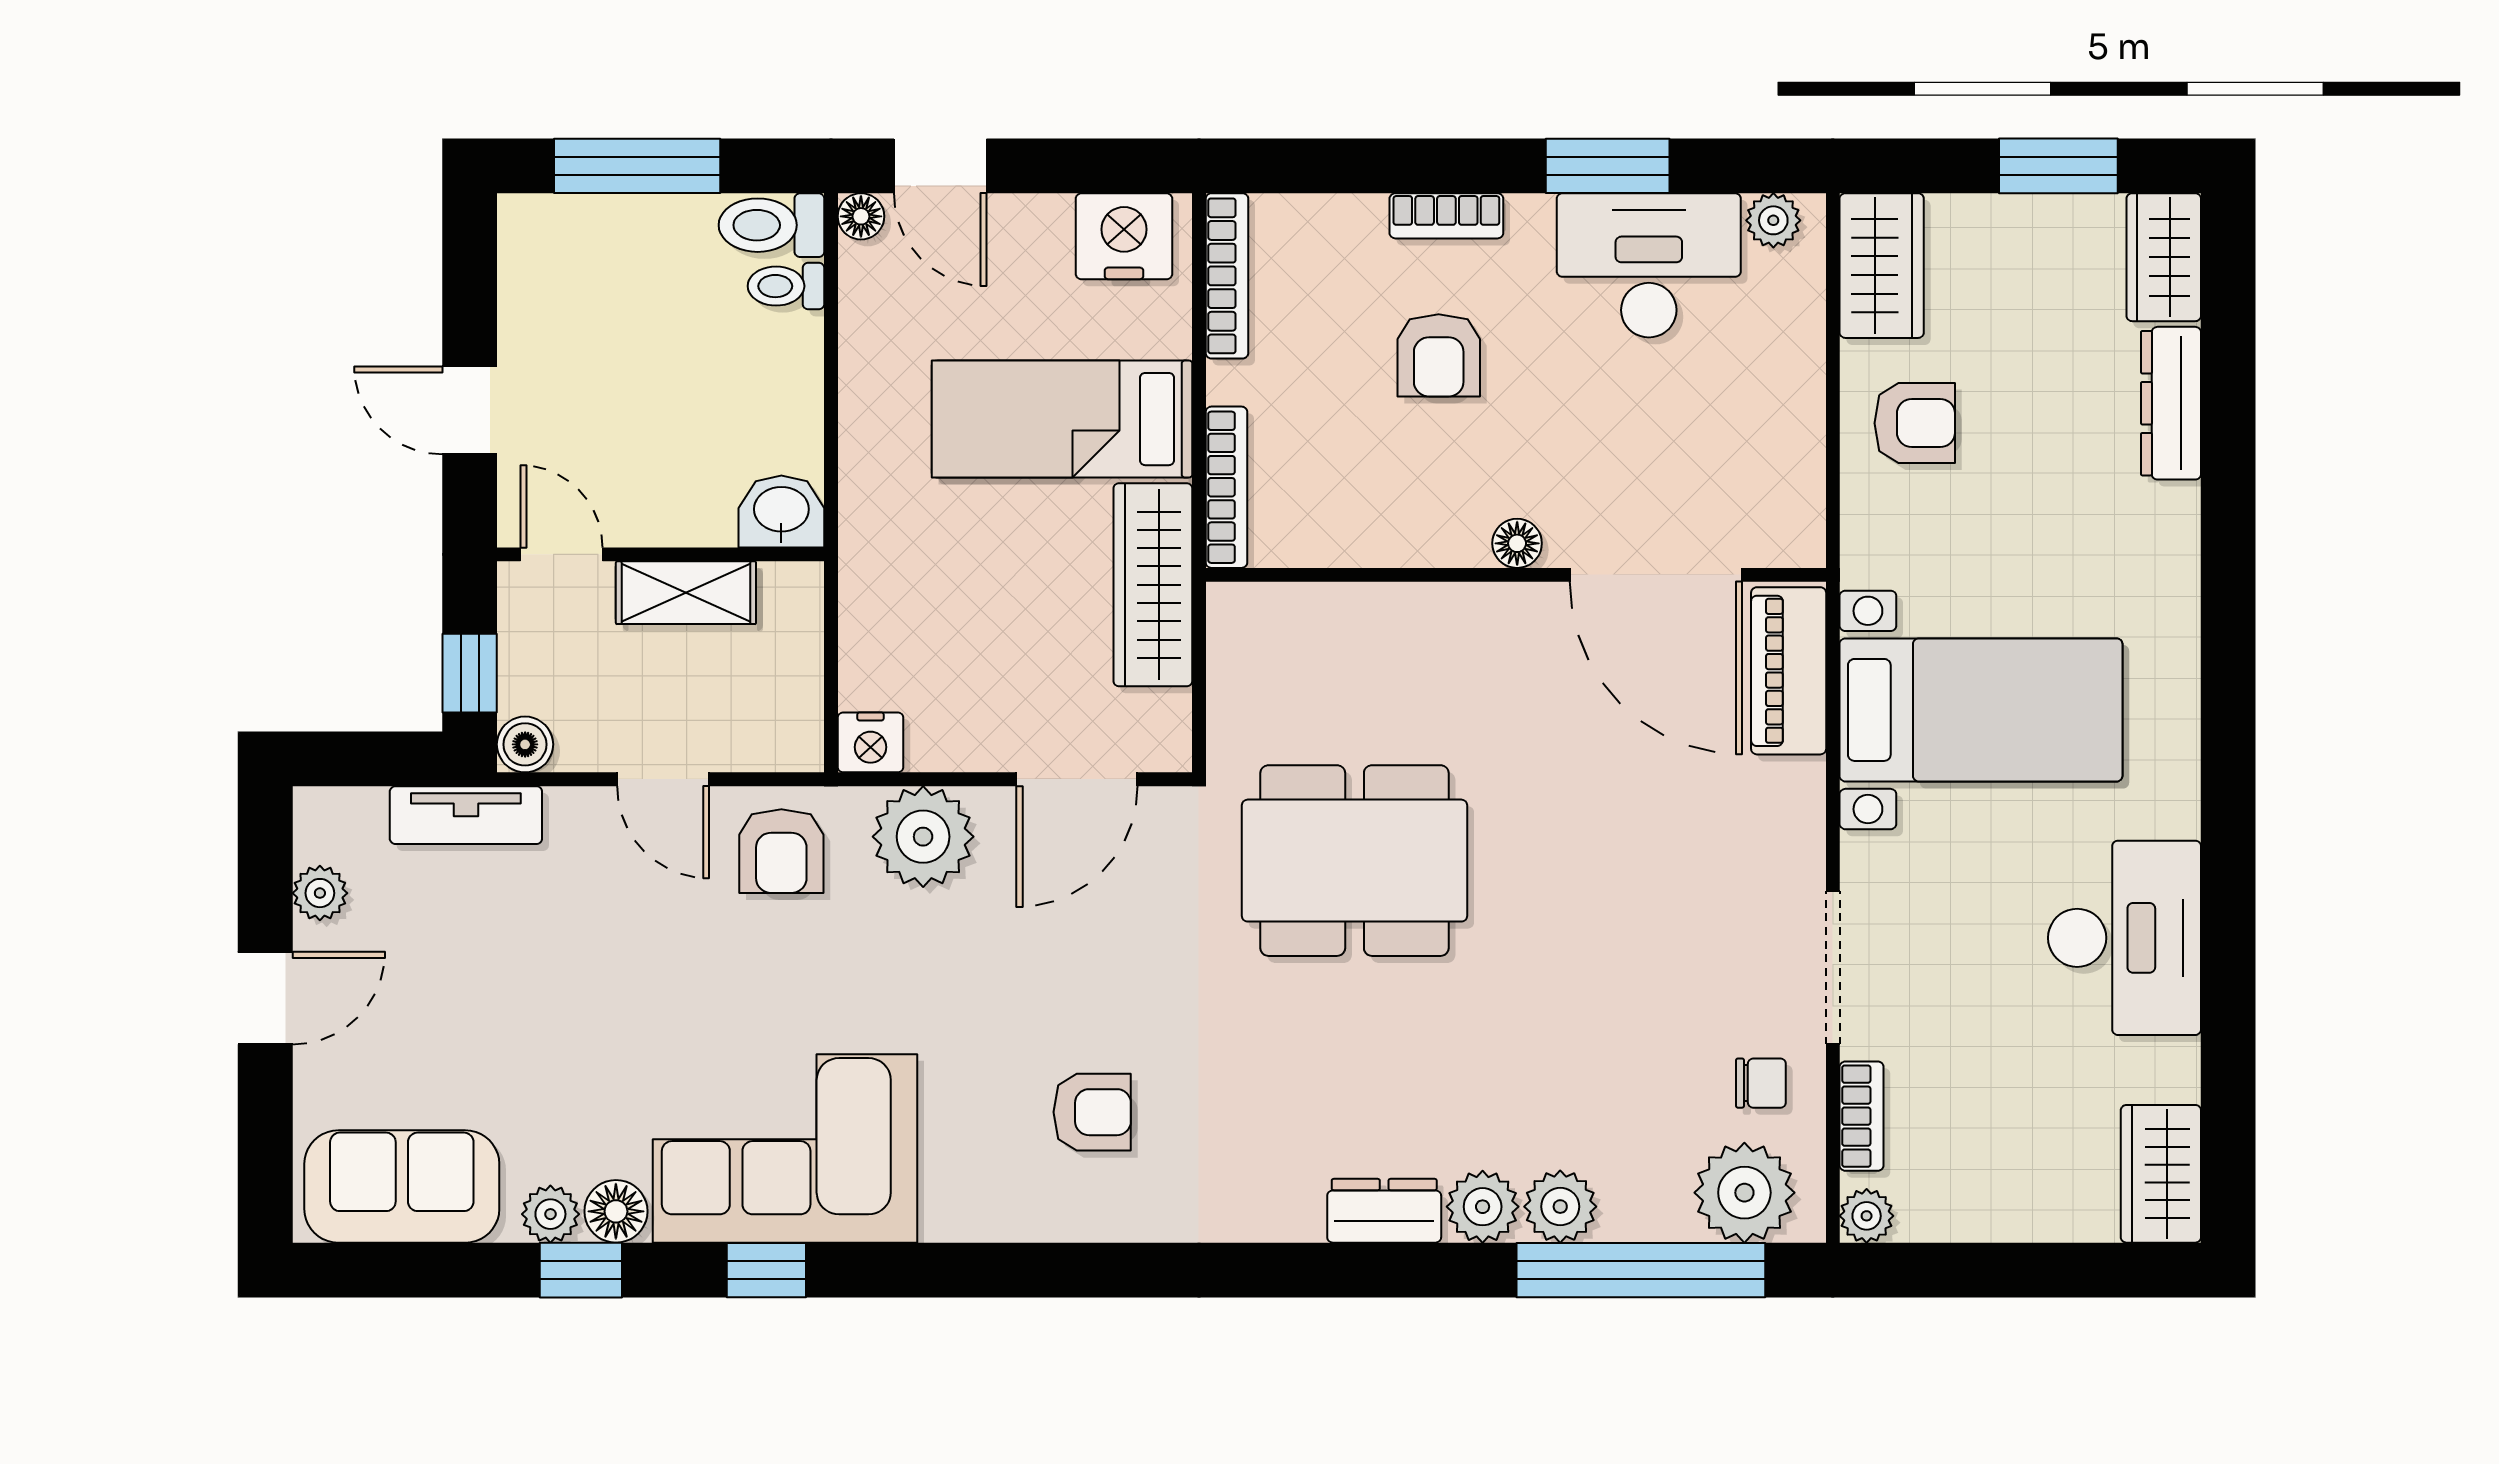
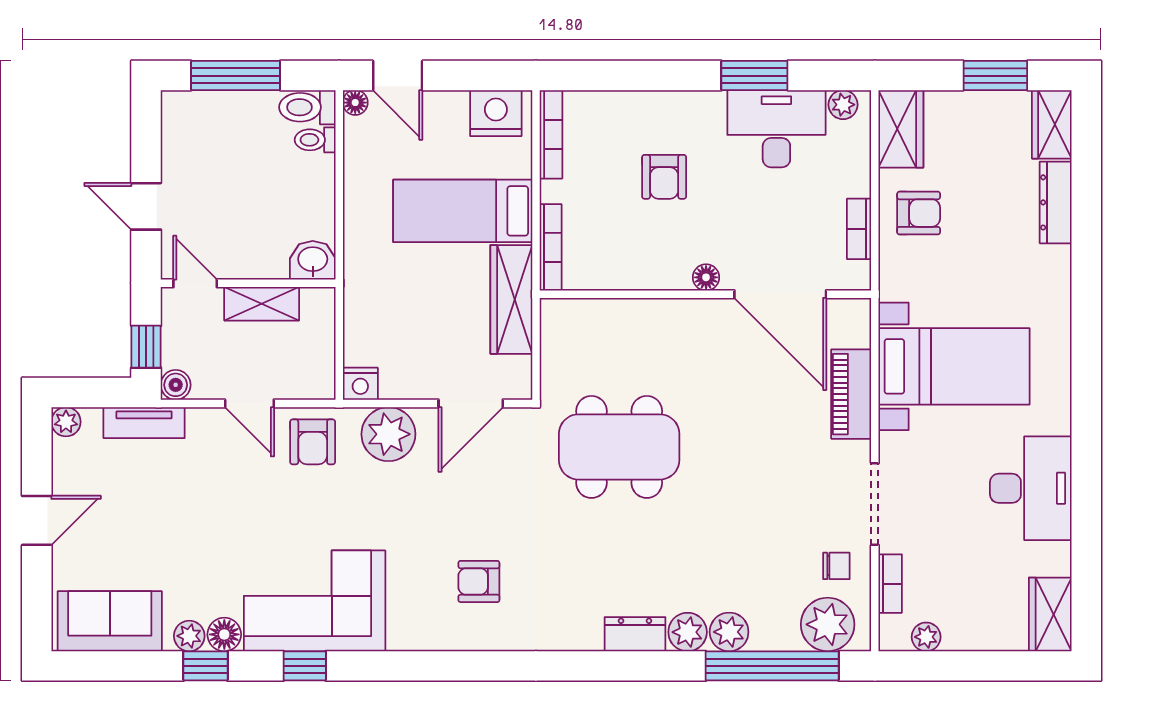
bookcase: (1446, 216) -> (859, 229), moved, turned 90
piano: (1789, 671) -> (851, 394), moved
plant: (320, 893) -> (66, 422), moved
armchair: (1092, 1112) -> (479, 581), turned 180
plant: (1867, 1216) -> (926, 637), moved

